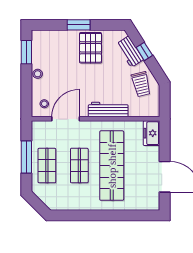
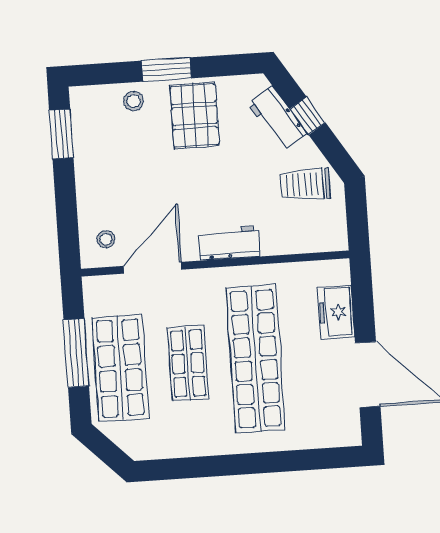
stool: (38, 74) -> (134, 101), moved
trolley: (141, 84) -> (305, 184), turned 104
workbench: (108, 110) -> (229, 243), width x0.73
freezer: (152, 133) -> (336, 312), moved
shop shelf: (47, 166) -> (120, 368), width x1.43, depth x1.36

